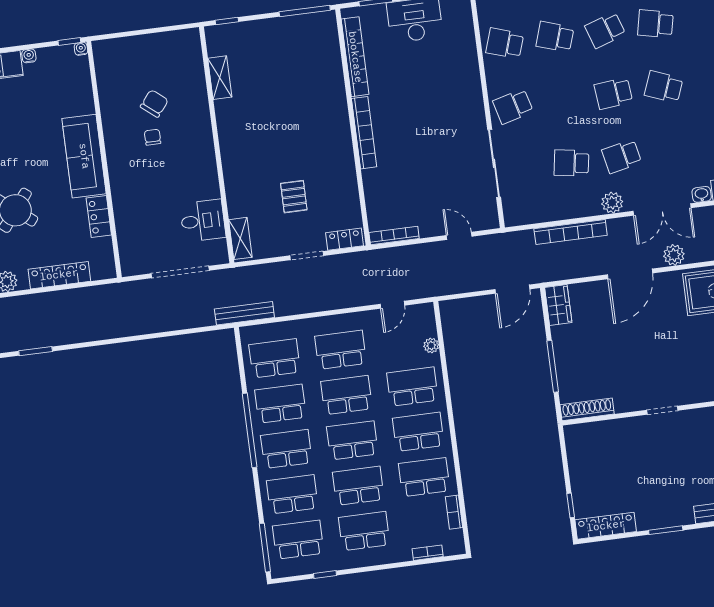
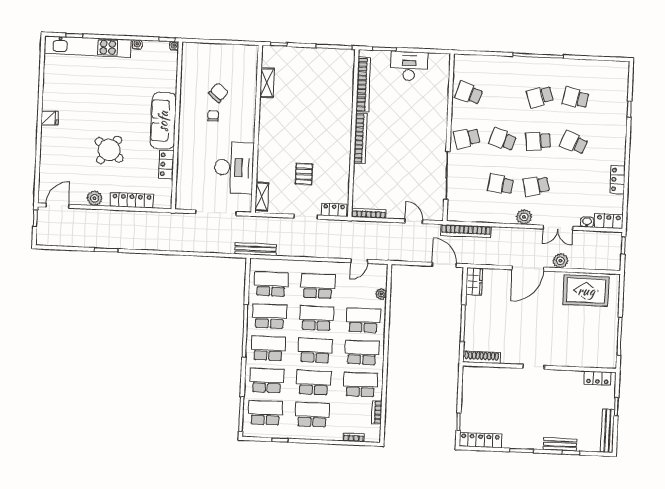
school desk: (555, 37) -> (502, 140), moved
double door: (662, 209) -> (558, 228), width x0.73
desk: (203, 221) -> (234, 168), width x1.87, depth x1.30
bookcase: (571, 232) -> (466, 231), moved
door: (512, 289) -> (444, 265), swing flipped

